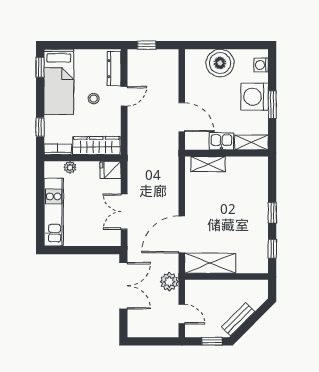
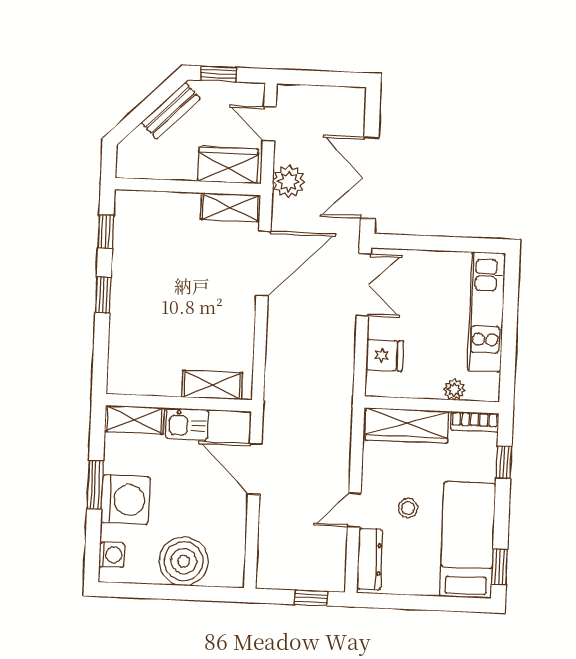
fridge: (111, 170) -> (385, 355), moved
double door: (124, 212) -> (364, 285), moved
shelving: (210, 263) -> (230, 207), width x0.67, depth x0.75
wardrobe: (204, 290) -> (228, 165), added

